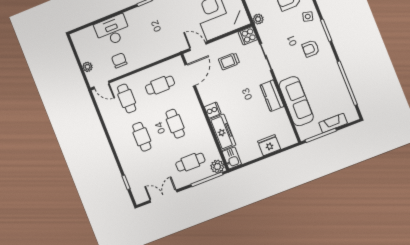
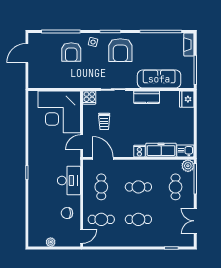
plant: (258, 19) -> (79, 83), removed
desk: (112, 30) -> (69, 181), moved, turned 180
armchair: (311, 49) -> (120, 50), width x1.88, depth x1.88
plant: (87, 67) -> (51, 242), moved
fireplace: (333, 123) -> (189, 45), moved
fridge: (269, 145) -> (187, 99), moved

